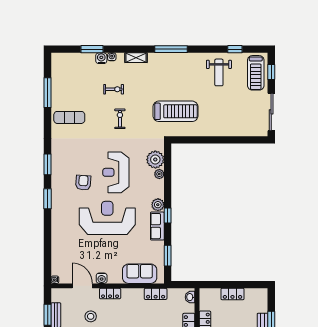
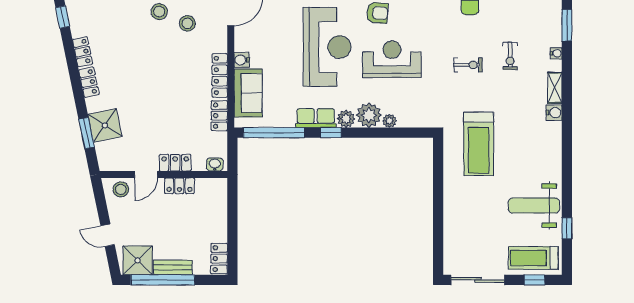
window: (171, 49) -> (567, 138), removed
water cooler: (101, 58) -> (554, 113), moved
weight bench: (219, 72) -> (534, 206), width x1.36, depth x1.33
plant: (155, 160) -> (369, 115), moved
window: (168, 256) -> (274, 133), width x2.11
water cooler: (102, 278) -> (242, 60), moved
locker: (110, 294) -> (220, 75), moved, width x1.53
locker: (232, 294) -> (219, 259), moved

